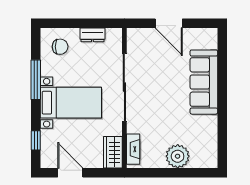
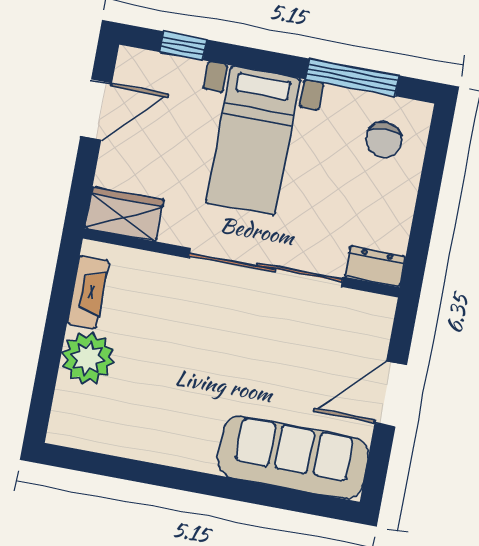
dresser: (92, 35) -> (375, 266), moved, turned 90
window: (36, 80) -> (352, 77), moved
sofa: (204, 82) -> (293, 458), moved
fireplace: (133, 149) -> (88, 292), moved, turned -90

